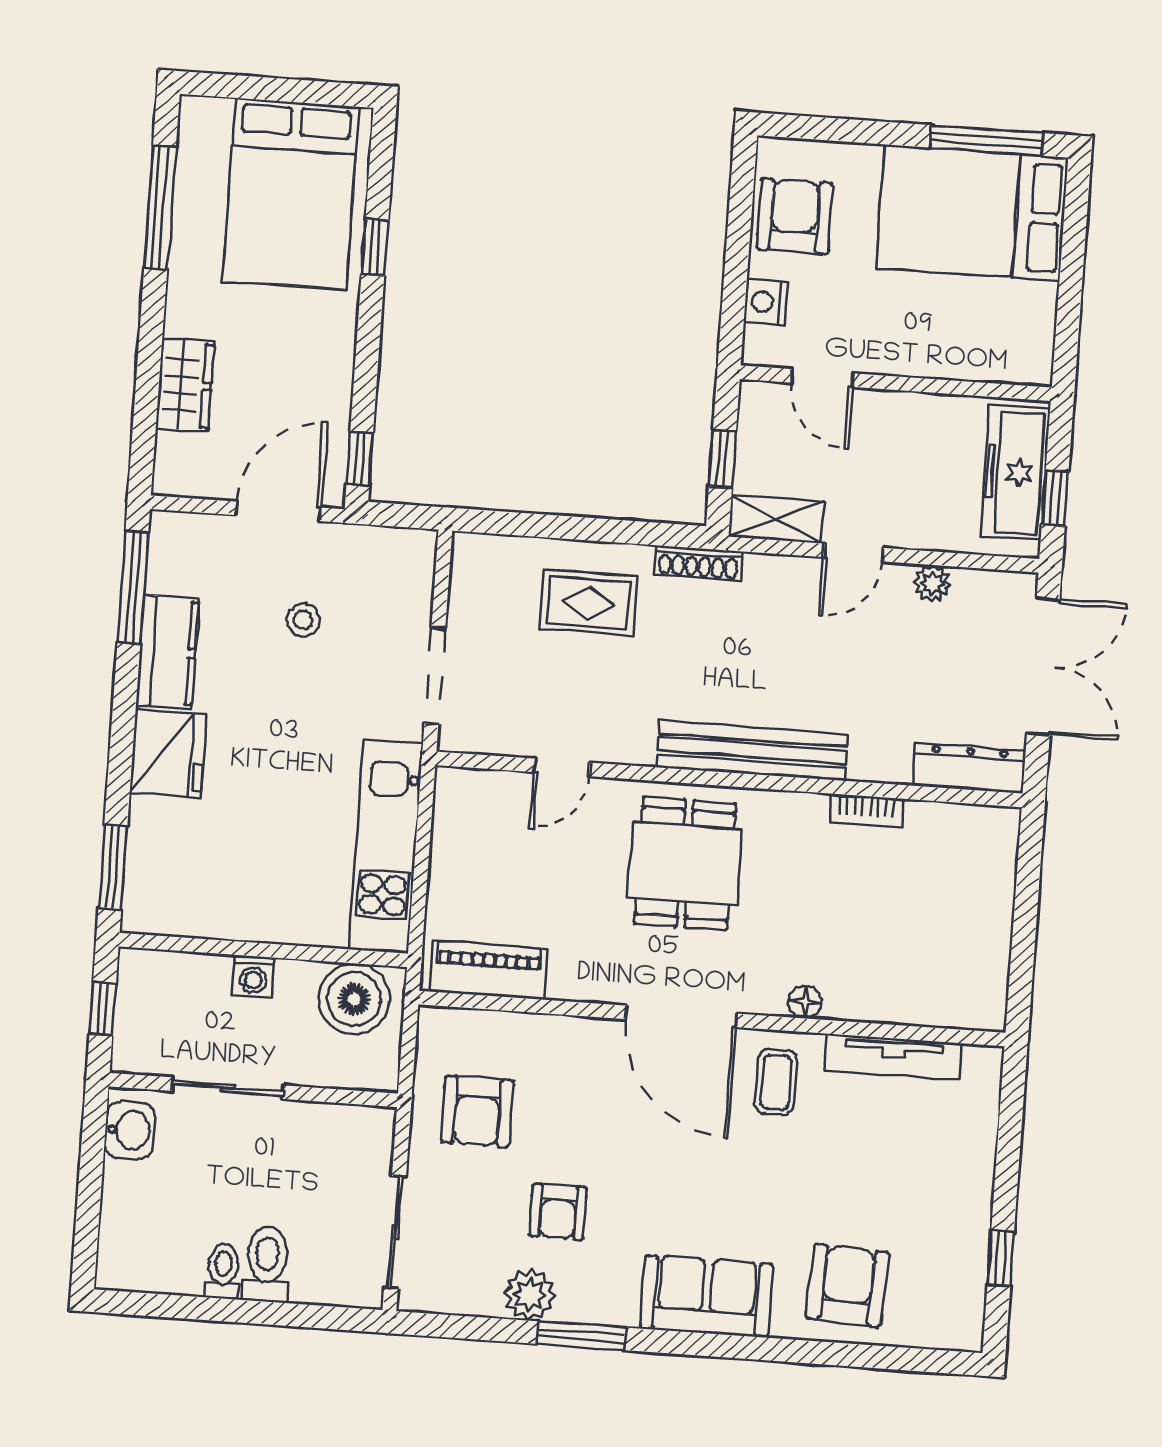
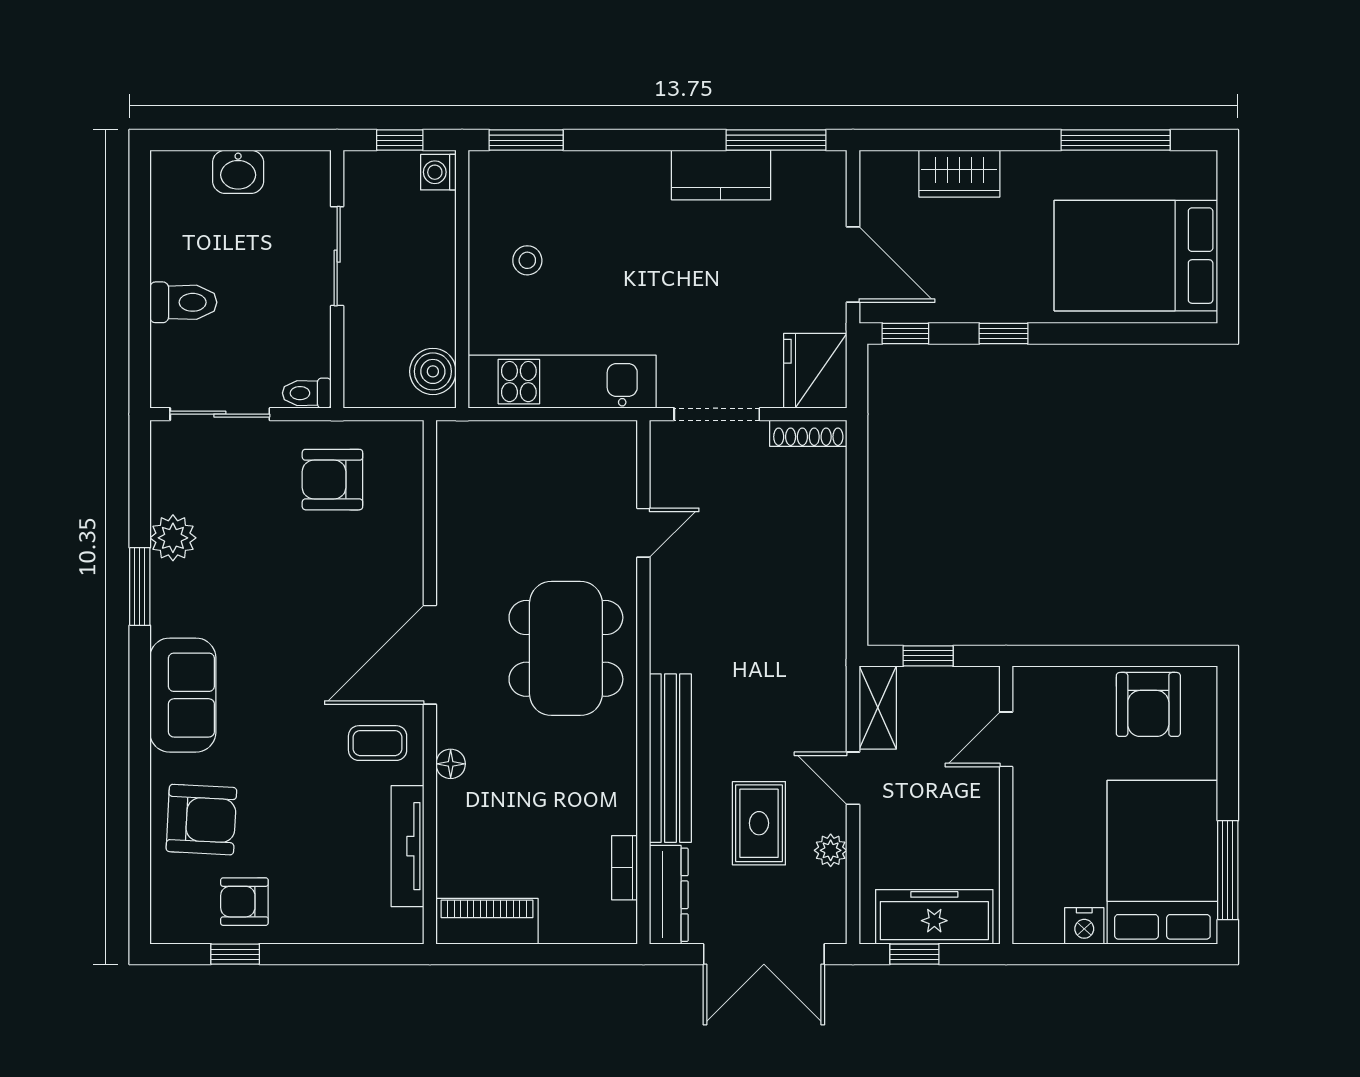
armchair: (795, 216) -> (1148, 704), turned 90
window: (375, 248) -> (1004, 333), moved
nightstand: (765, 302) -> (1084, 926), moved, turned 180
shoe rack: (698, 563) -> (808, 433), moved, turned -90
rug: (588, 603) -> (759, 823), moved
stool: (303, 620) -> (527, 260), moved
bench: (752, 751) -> (670, 758), moved
fridge: (168, 753) -> (815, 371), moved, turned 90
door: (562, 767) -> (643, 533), swing flipped
bookcase: (866, 811) -> (625, 868), moved
dining table: (685, 864) -> (566, 648), width x1.38
piano: (489, 970) -> (487, 921), moved, turned -90
washing machine: (254, 976) -> (438, 172), moved
boiler: (354, 999) -> (433, 371), width x0.73, depth x0.73
washbasin: (130, 1130) -> (238, 172), moved
armchair: (558, 1212) -> (244, 902), moved
toilet: (223, 1271) -> (307, 393), moved, turned 180

